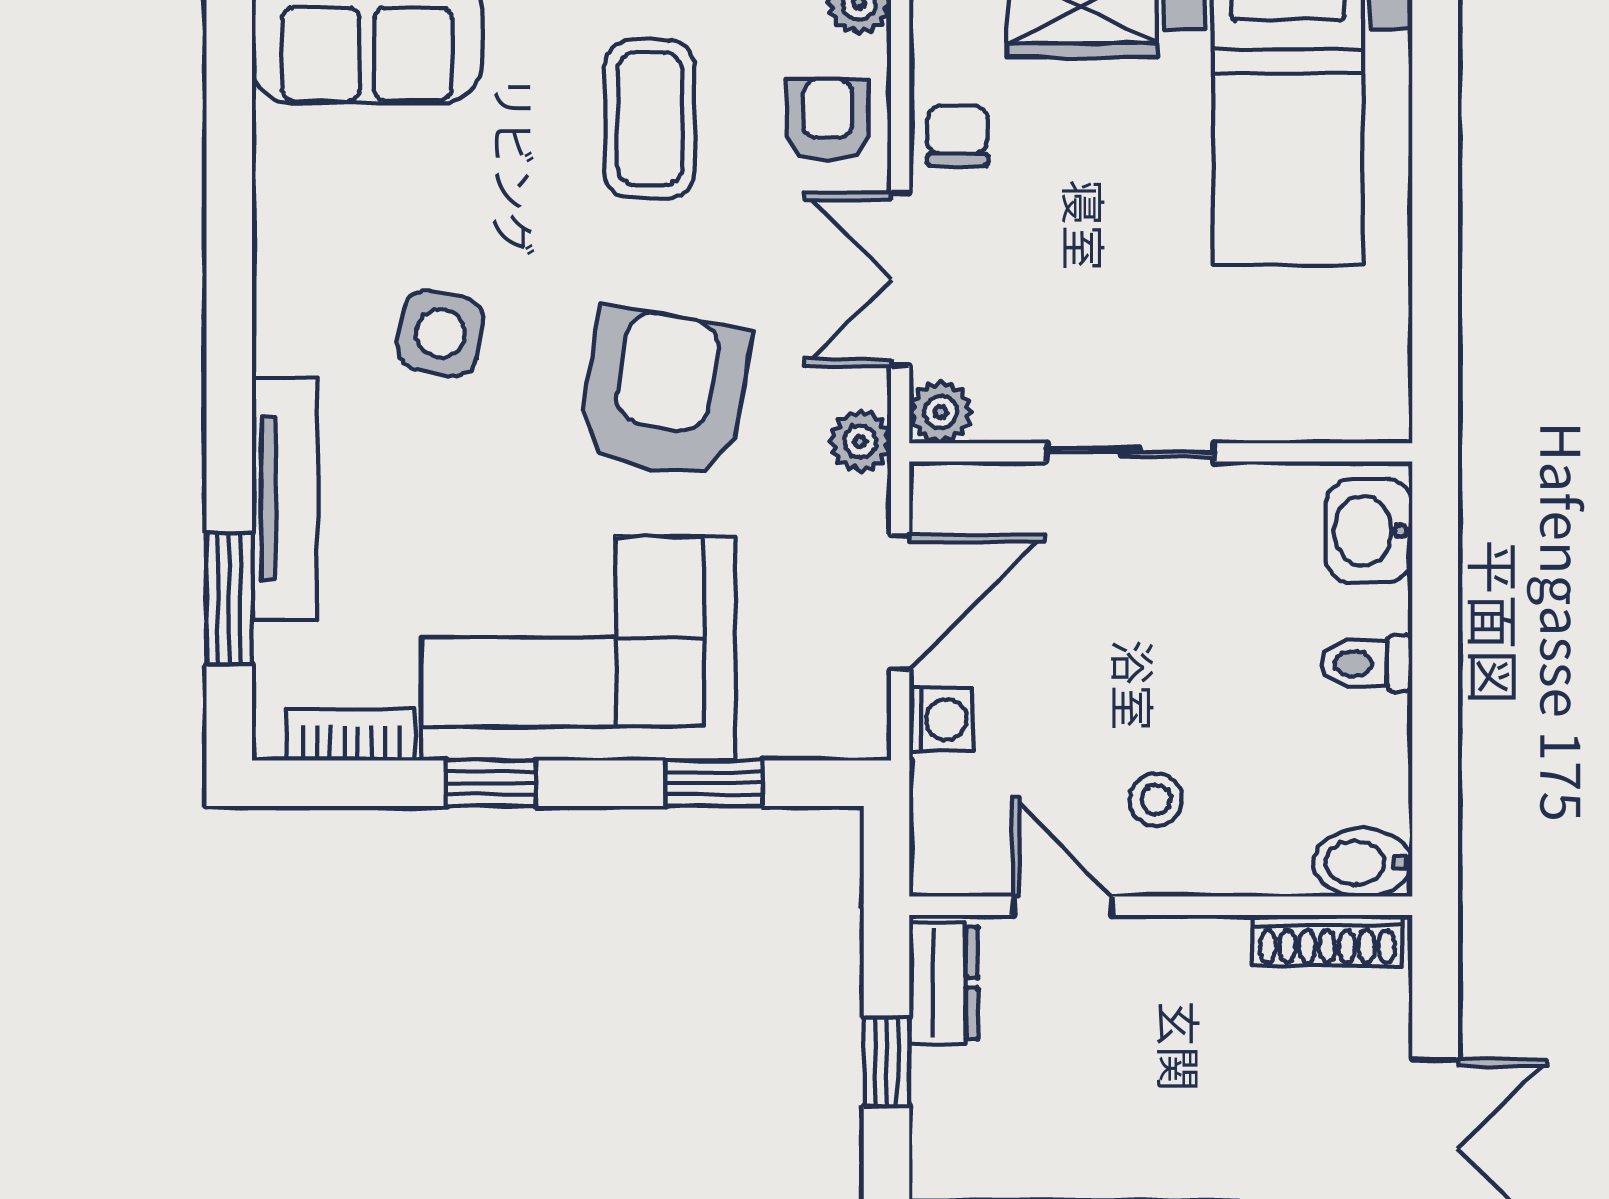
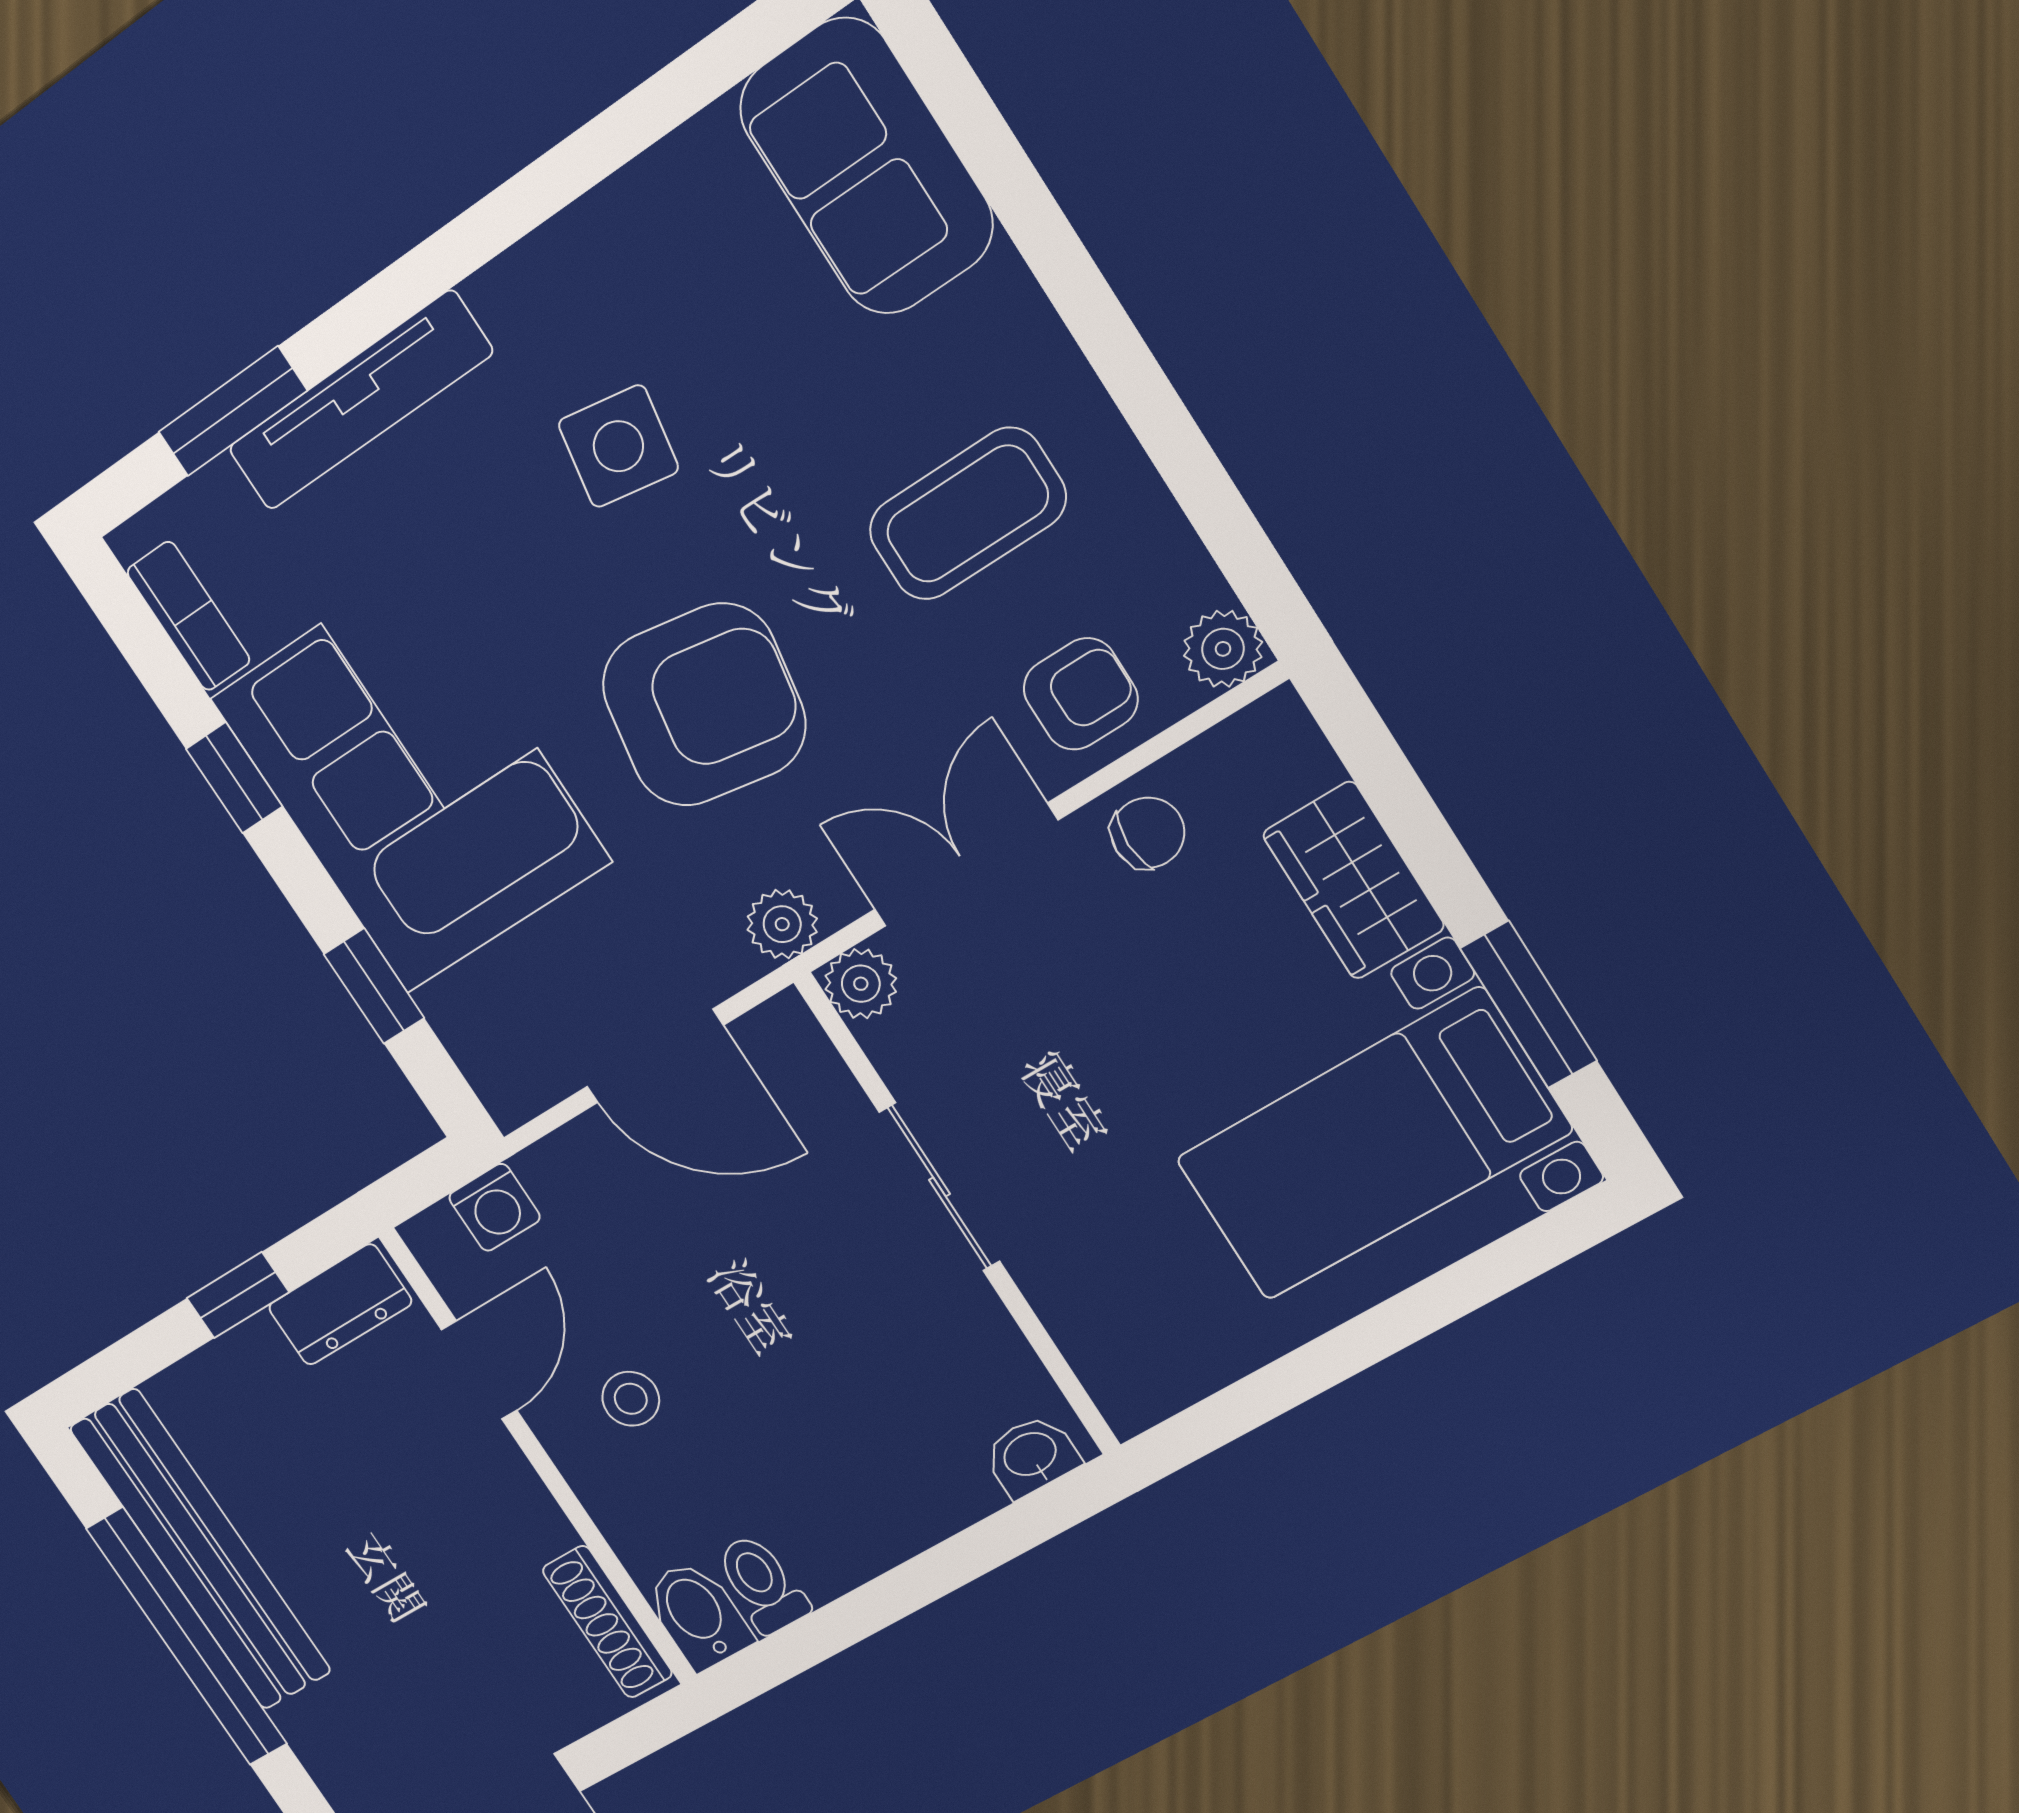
washbasin: (1369, 531) -> (1031, 1456), width x0.72, depth x0.69
toilet: (1366, 663) -> (762, 1584), moved
washing machine: (941, 720) -> (495, 1207), moved

